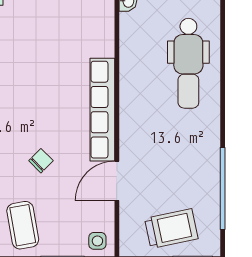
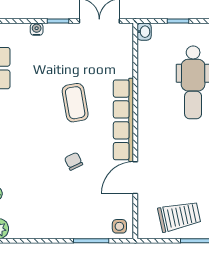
chair: (41, 161) -> (74, 161), turned -71
coffee table: (23, 225) -> (75, 103), moved

